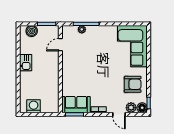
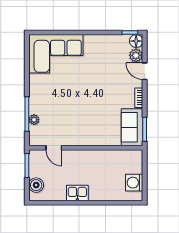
armchair: (133, 84) -> (106, 53), removed
door: (119, 114) -> (145, 71), swing flipped

